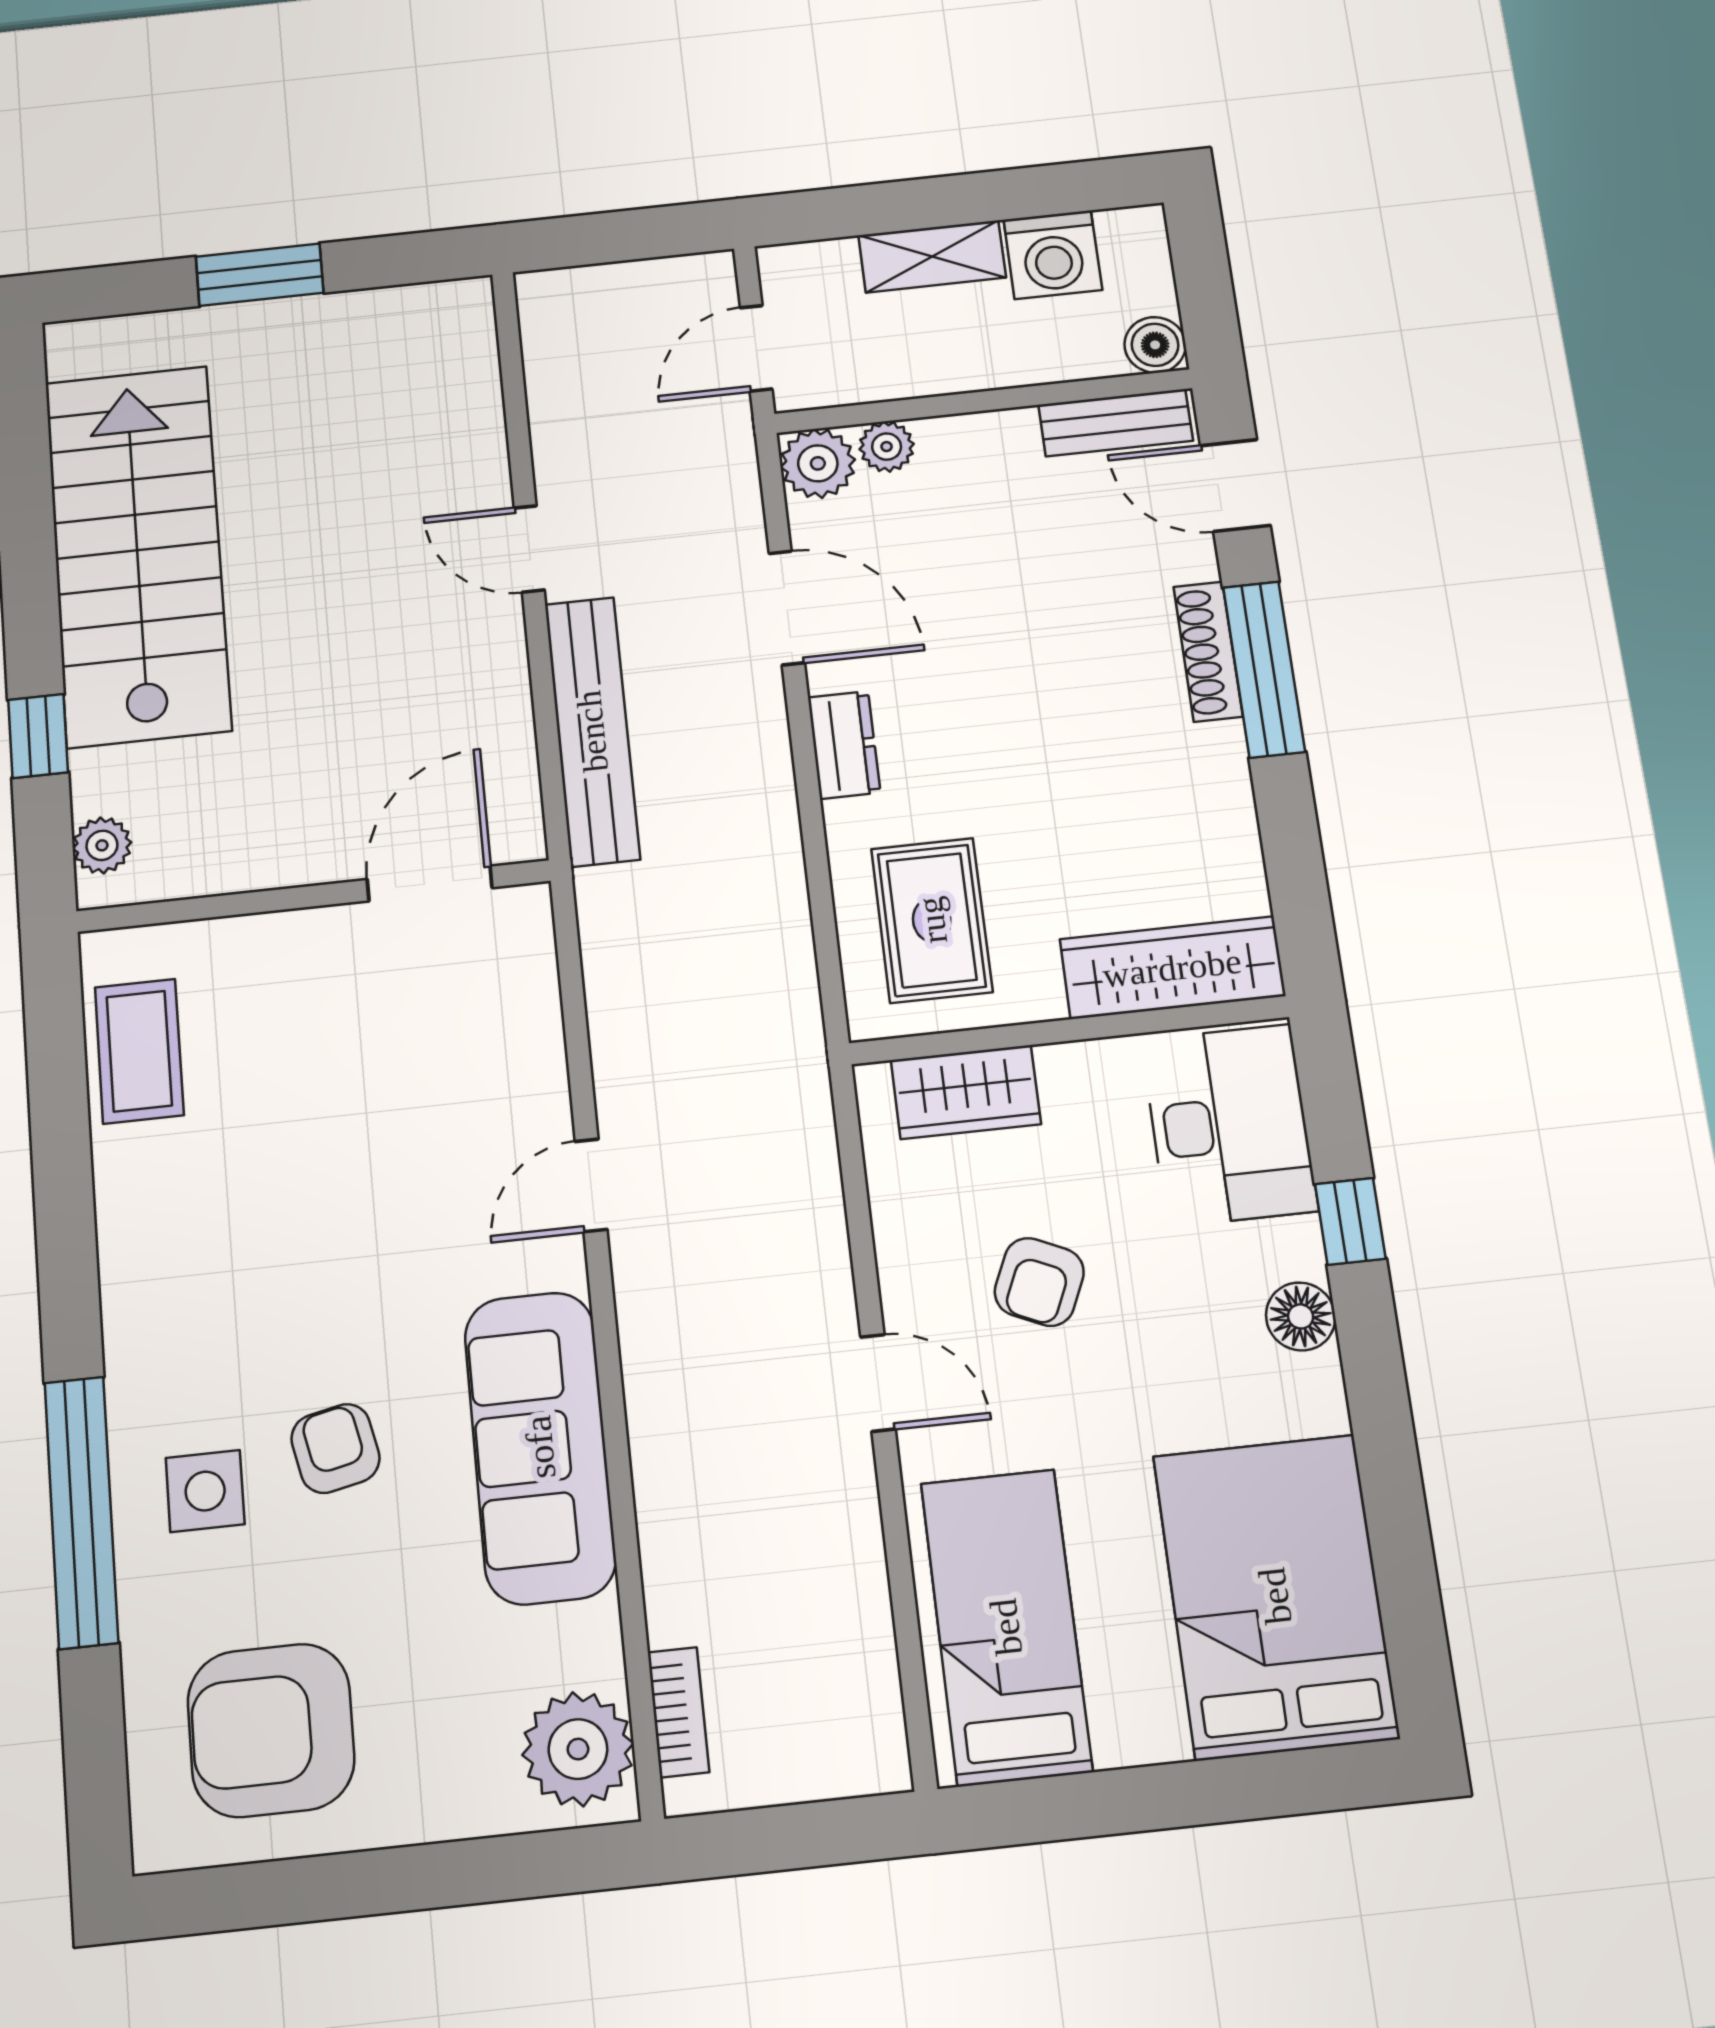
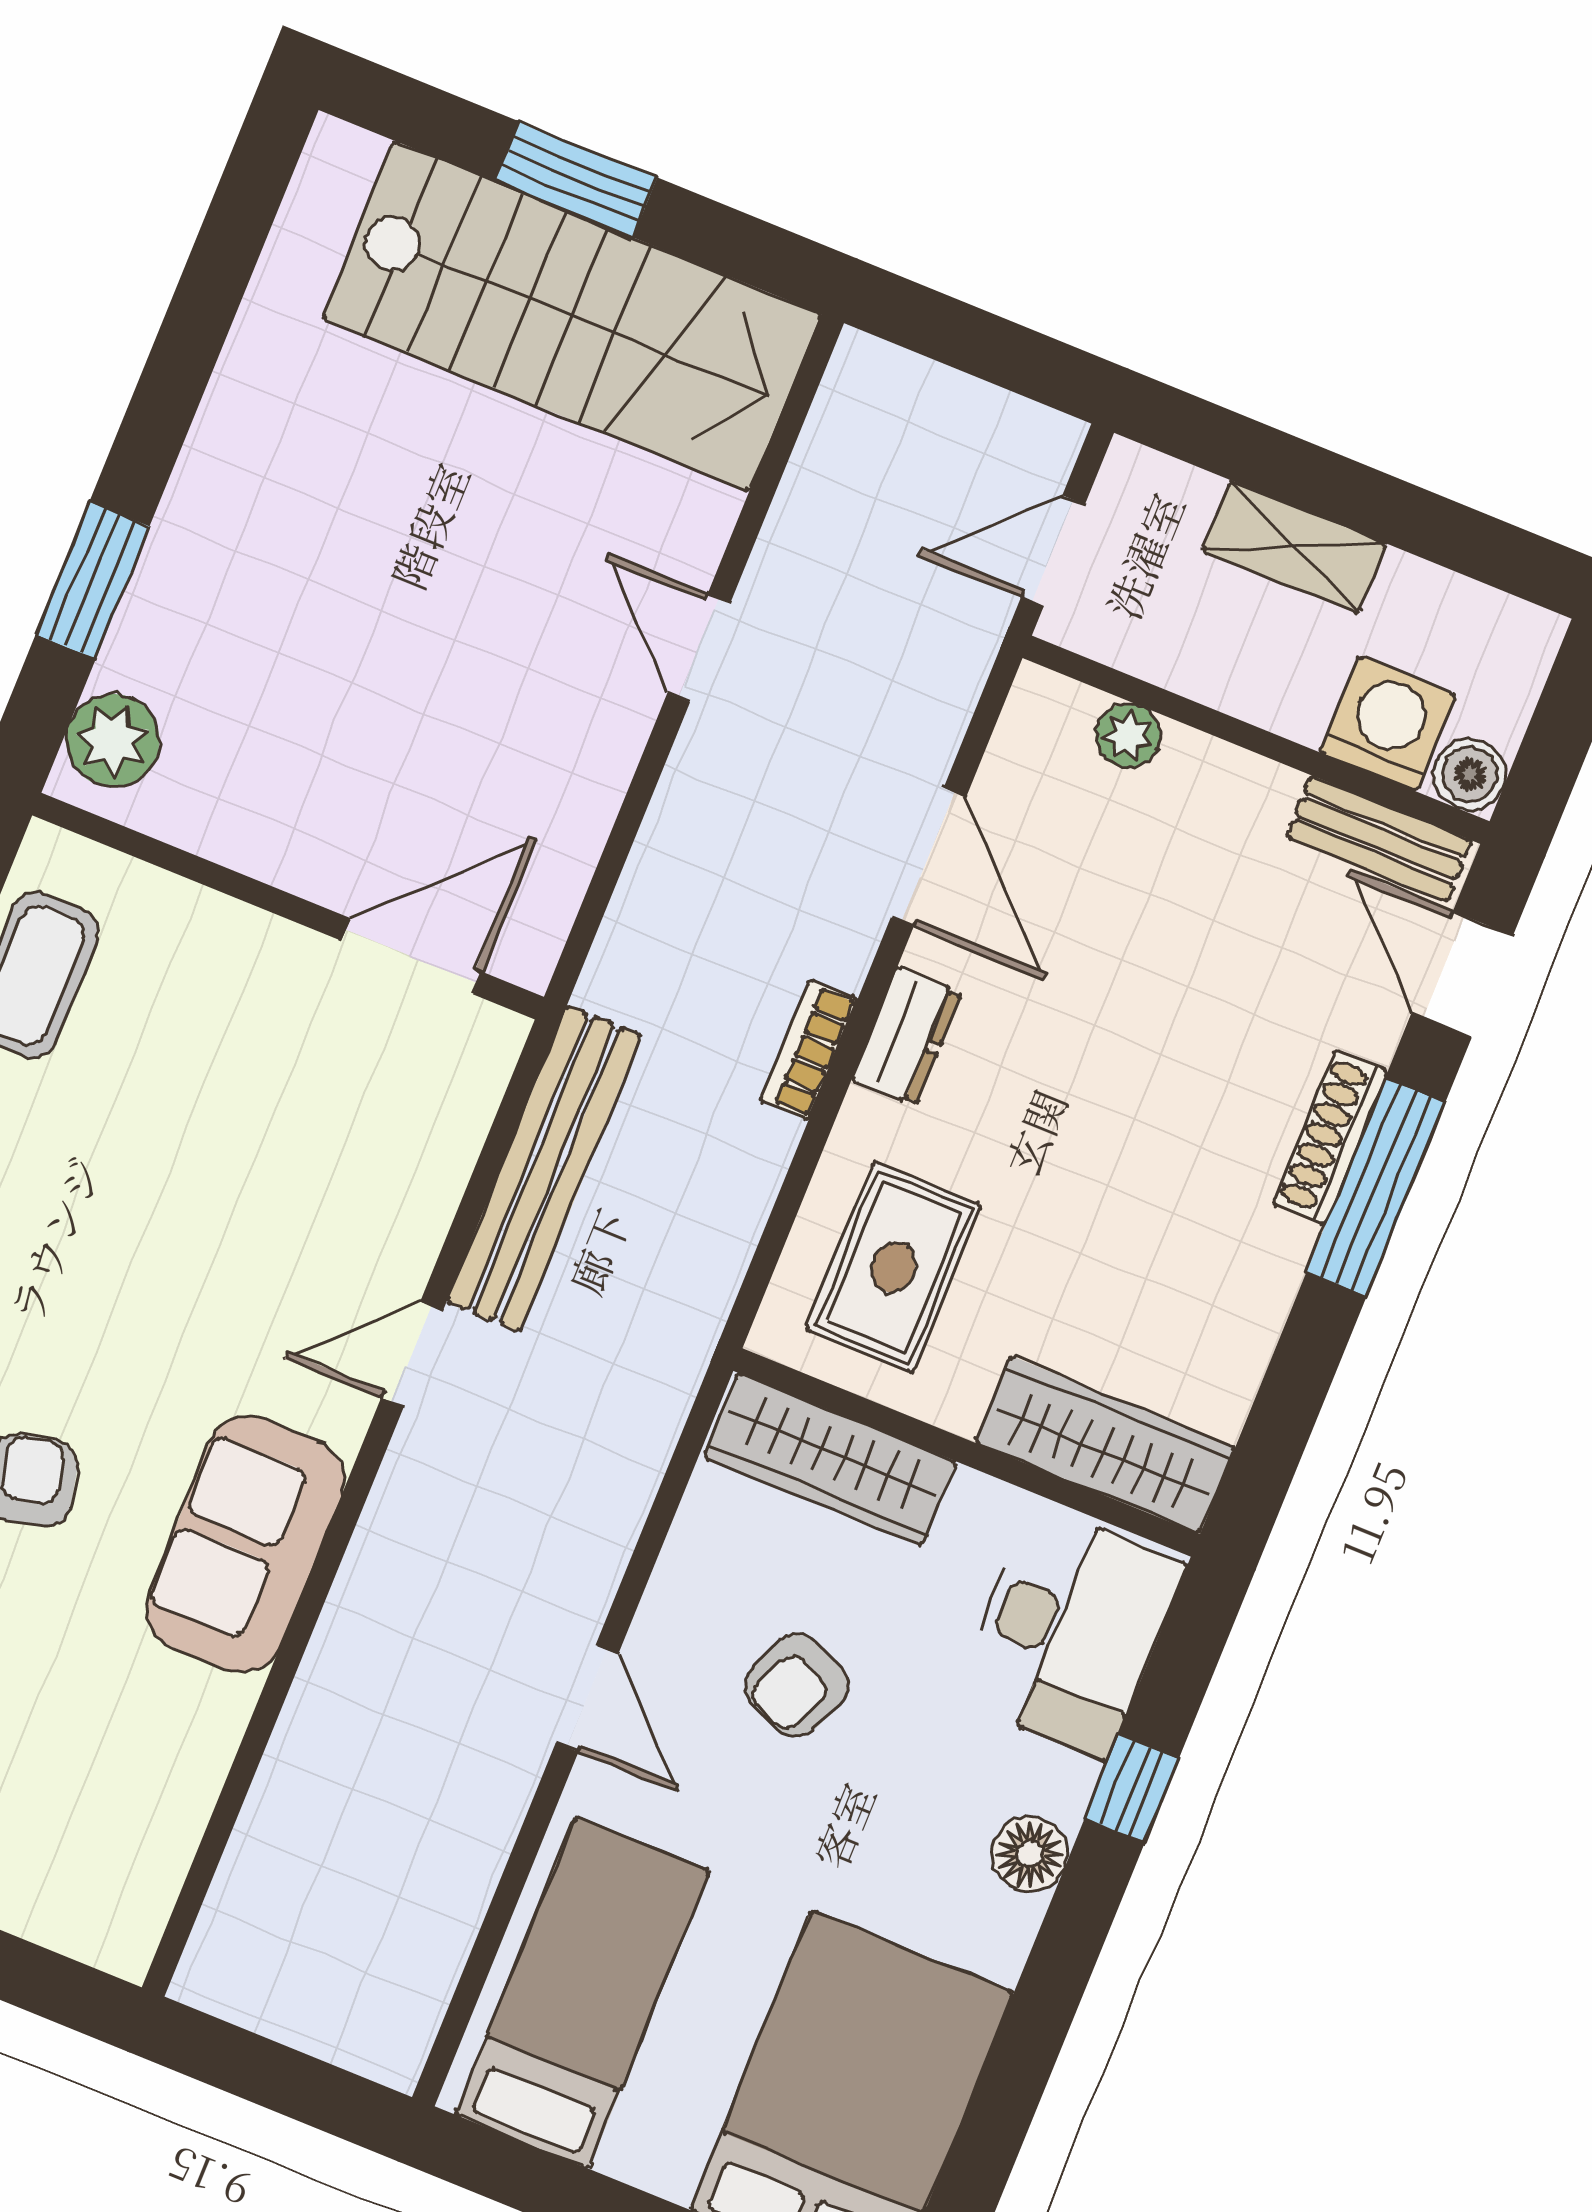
washing machine: (1053, 255) -> (1388, 723), moved, turned 180
plant: (818, 463) -> (1047, 715), removed
stairs: (137, 555) -> (572, 316), moved, turned 90
bench: (592, 731) -> (544, 1168), moved
window: (38, 736) -> (93, 581), width x1.50
plant: (102, 845) -> (113, 740), width x1.38, depth x1.38
wardrobe: (966, 1092) -> (830, 1460), width x1.50
sofa: (540, 1447) -> (245, 1544), width x0.73
bookcase: (678, 1712) -> (809, 1050), moved, turned 180
plant: (578, 1749) -> (117, 1889), removed

